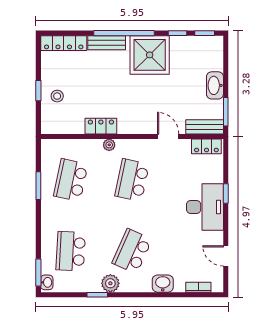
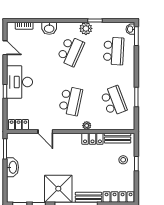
bench: (205, 127) -> (118, 138), moved
school desk: (71, 180) -> (114, 101), turned -33

